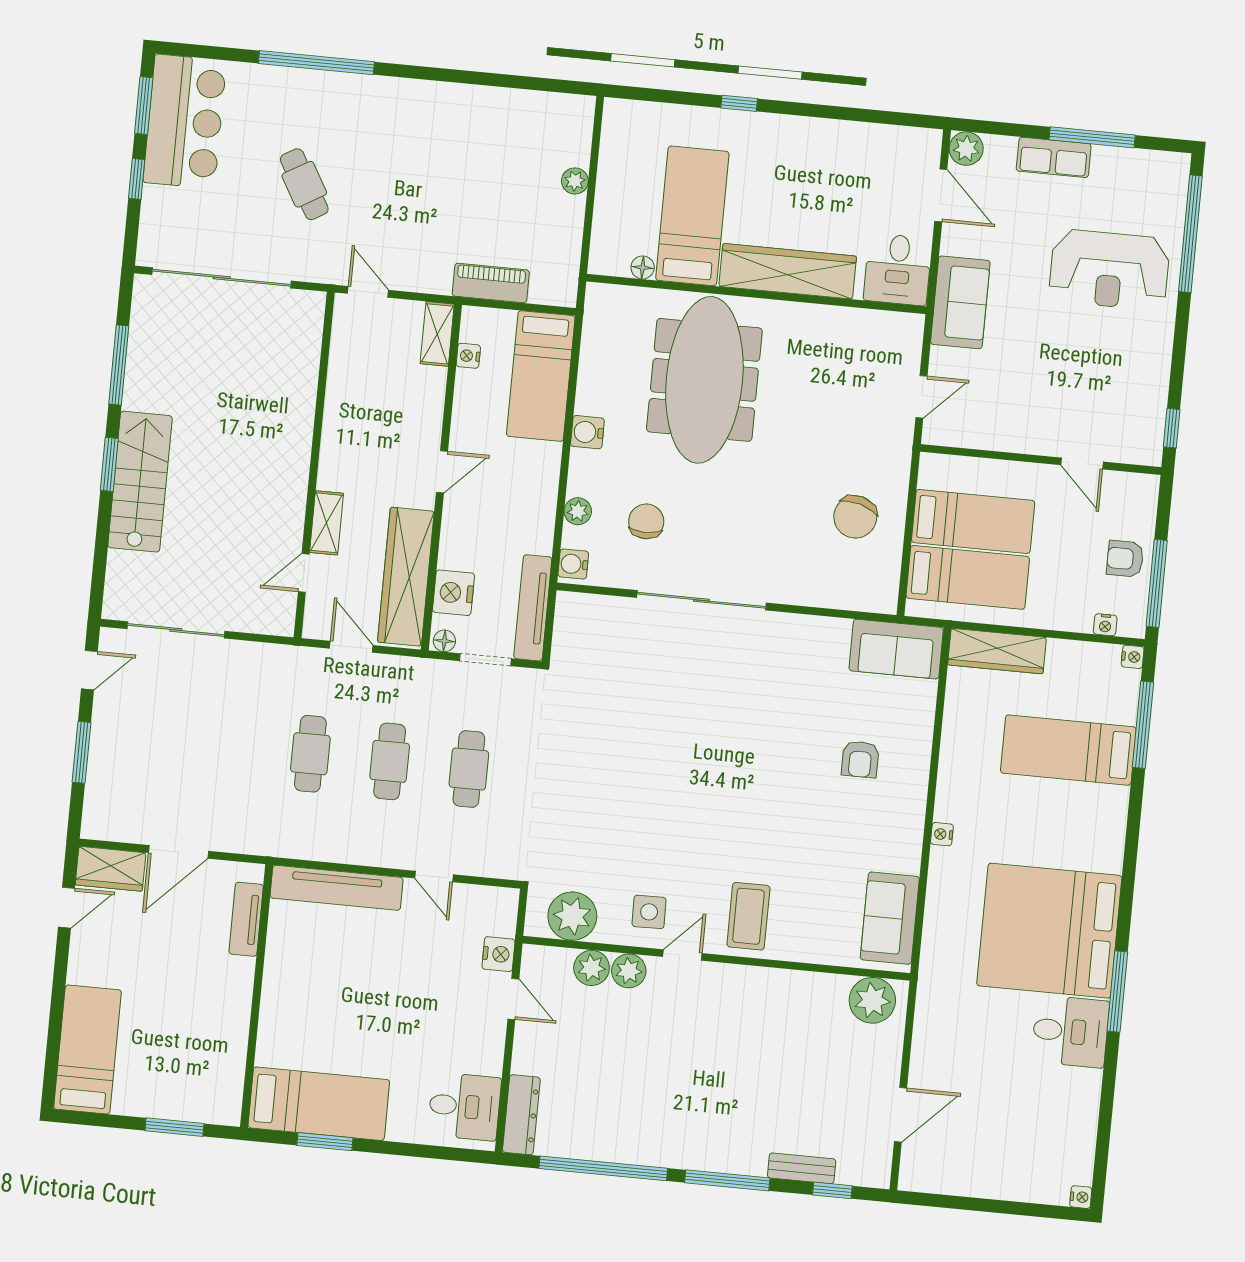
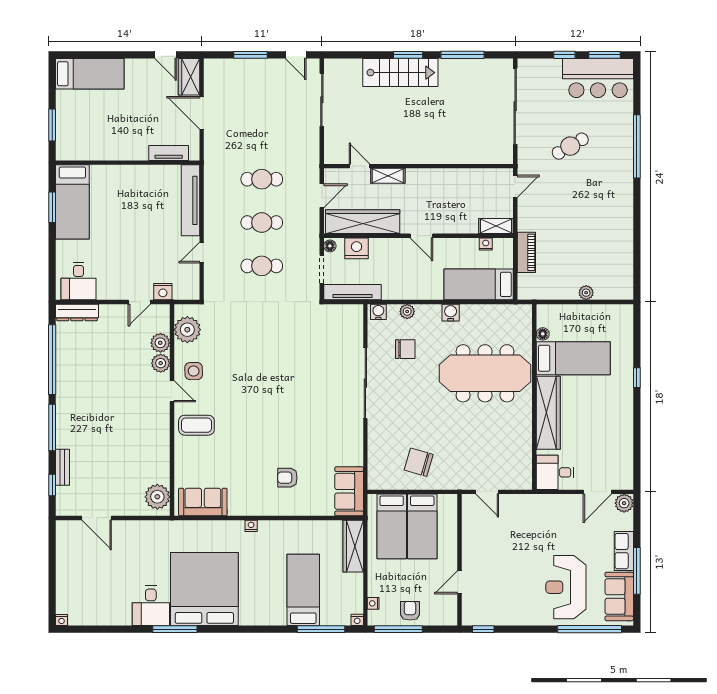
sofa: (960, 302) -> (619, 596), moved, turned 90

